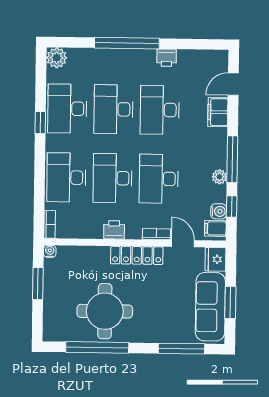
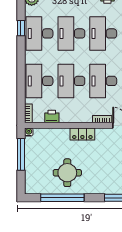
window: (40, 123) -> (21, 28), moved
printer: (114, 230) -> (52, 117), moved
locker: (137, 255) -> (82, 134), width x0.66
window: (38, 284) -> (21, 154), width x1.44
round table: (105, 311) -> (67, 173), width x0.73, depth x0.73

